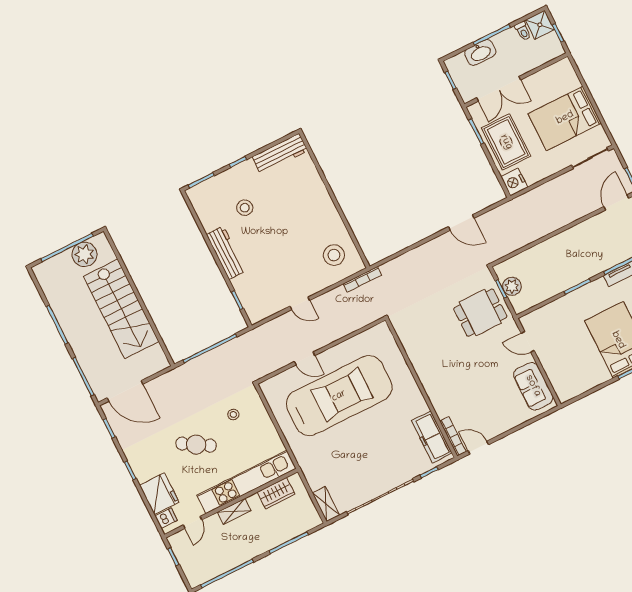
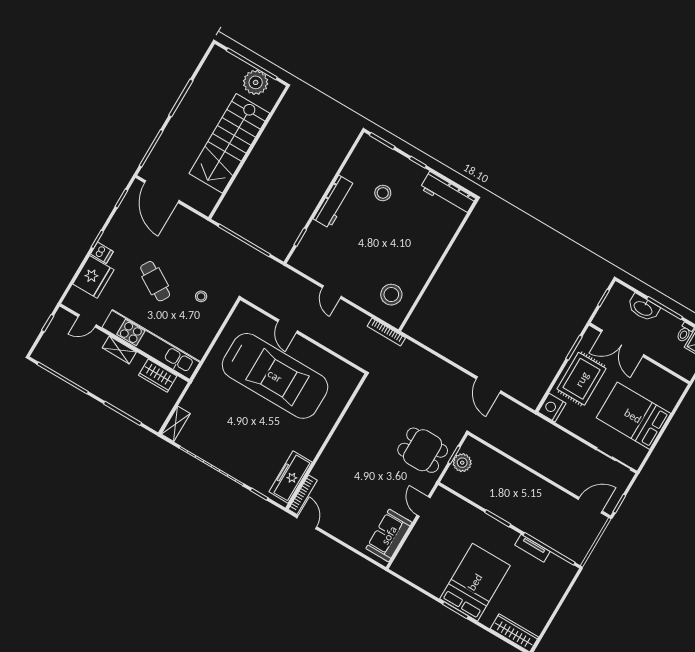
dishwasher: (166, 518) -> (102, 253), moved

